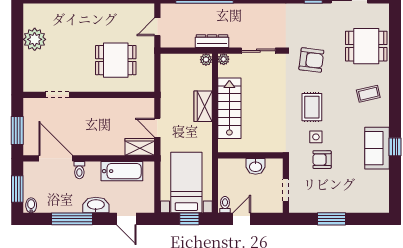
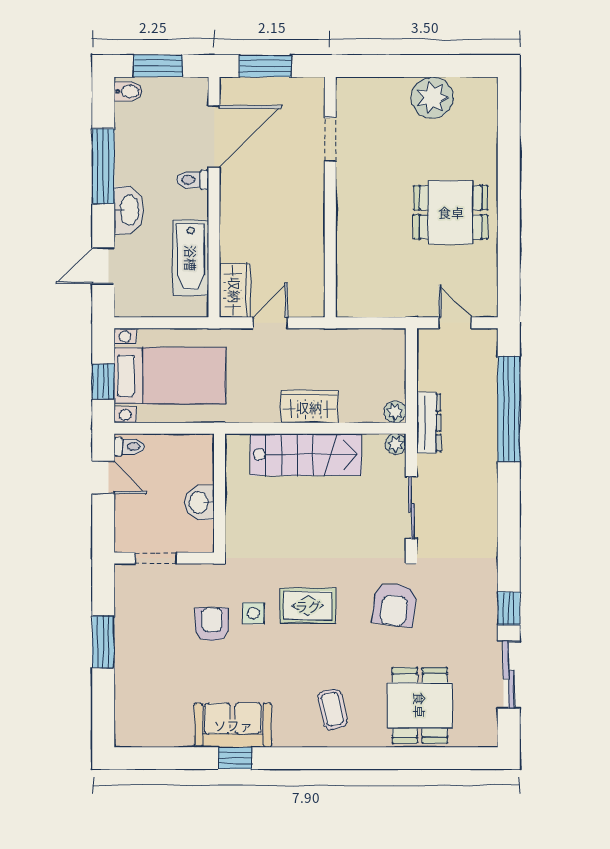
dining table: (116, 60) -> (451, 212), moved, turned 90

